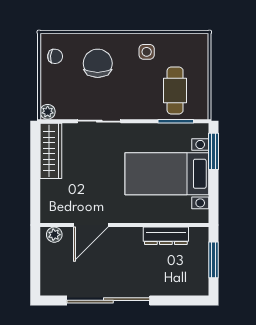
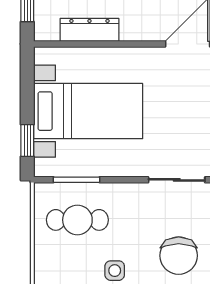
cafe table: (175, 91) -> (77, 220), turned 90
window: (213, 151) -> (27, 140), width x0.67

